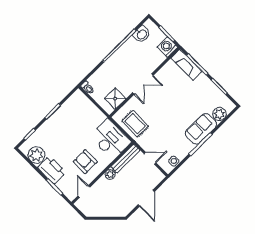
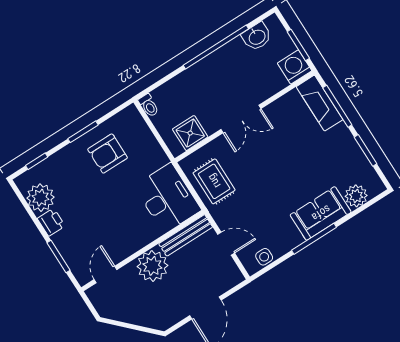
armchair: (85, 162) -> (108, 154), moved, turned -90
printer: (52, 170) -> (51, 222), width x0.53, depth x0.68
plant: (110, 174) -> (152, 266), width x1.87, depth x1.87

